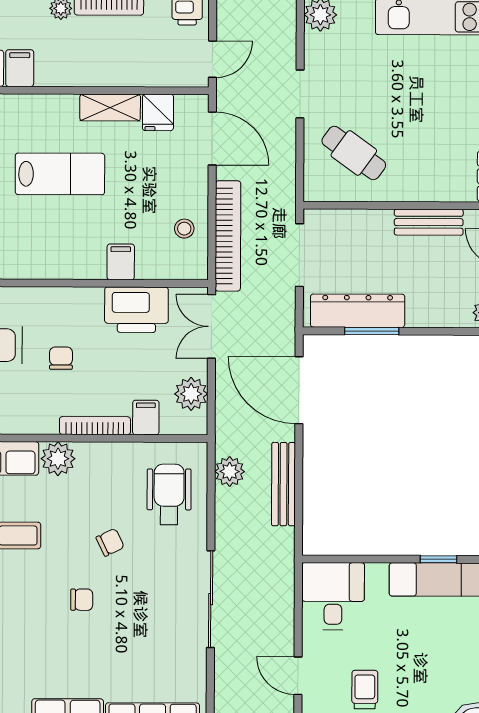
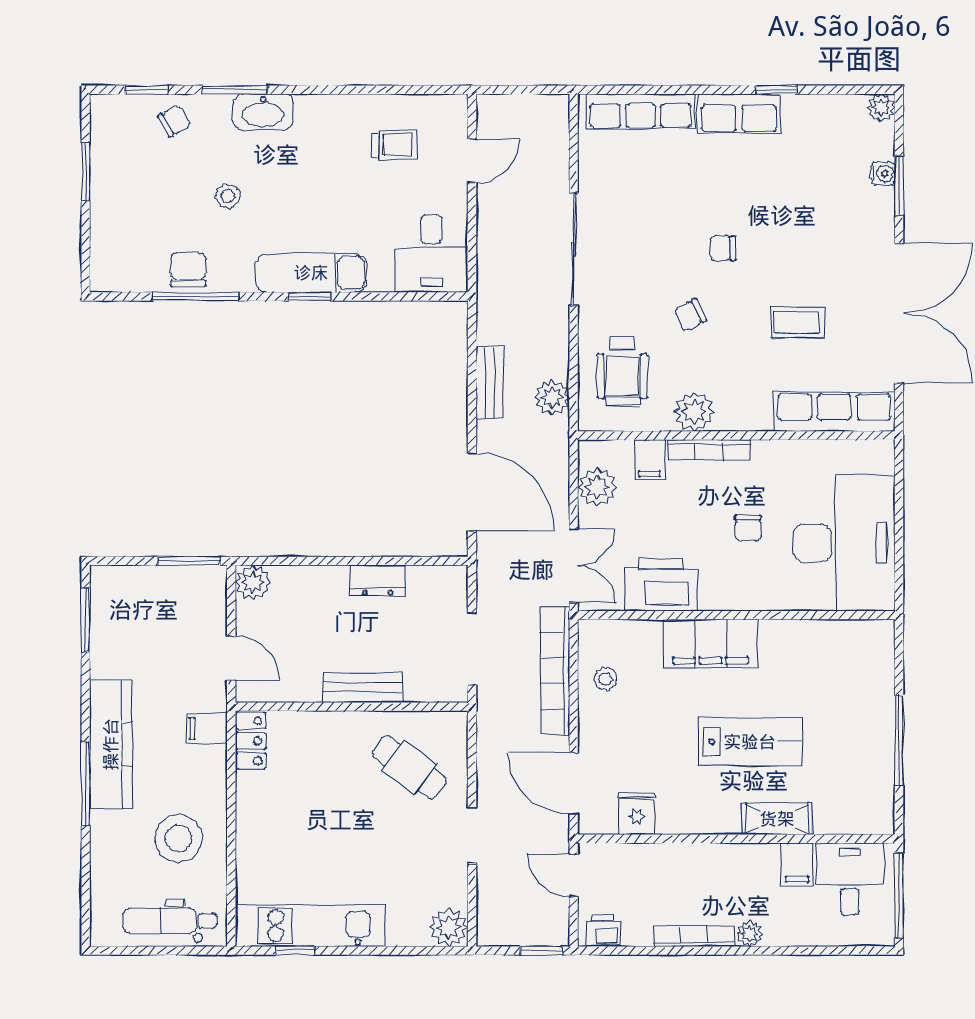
door: (212, 59) -> (574, 875), hinge flipped
shelving: (110, 108) -> (777, 819), moved
lab bench: (60, 174) -> (750, 742), turned 180
bench: (429, 222) -> (362, 687), moved
filing cabinet: (121, 262) -> (711, 644), width x3.00, depth x1.17
dresser: (358, 311) -> (378, 581), width x0.51, depth x0.80
window: (372, 331) -> (388, 561), removed
plant: (58, 459) -> (694, 412), moved
bench: (283, 484) -> (490, 383), width x0.73
door: (298, 676) -> (472, 161), hinge flipped
trolley: (365, 690) -> (394, 145), turned -90

